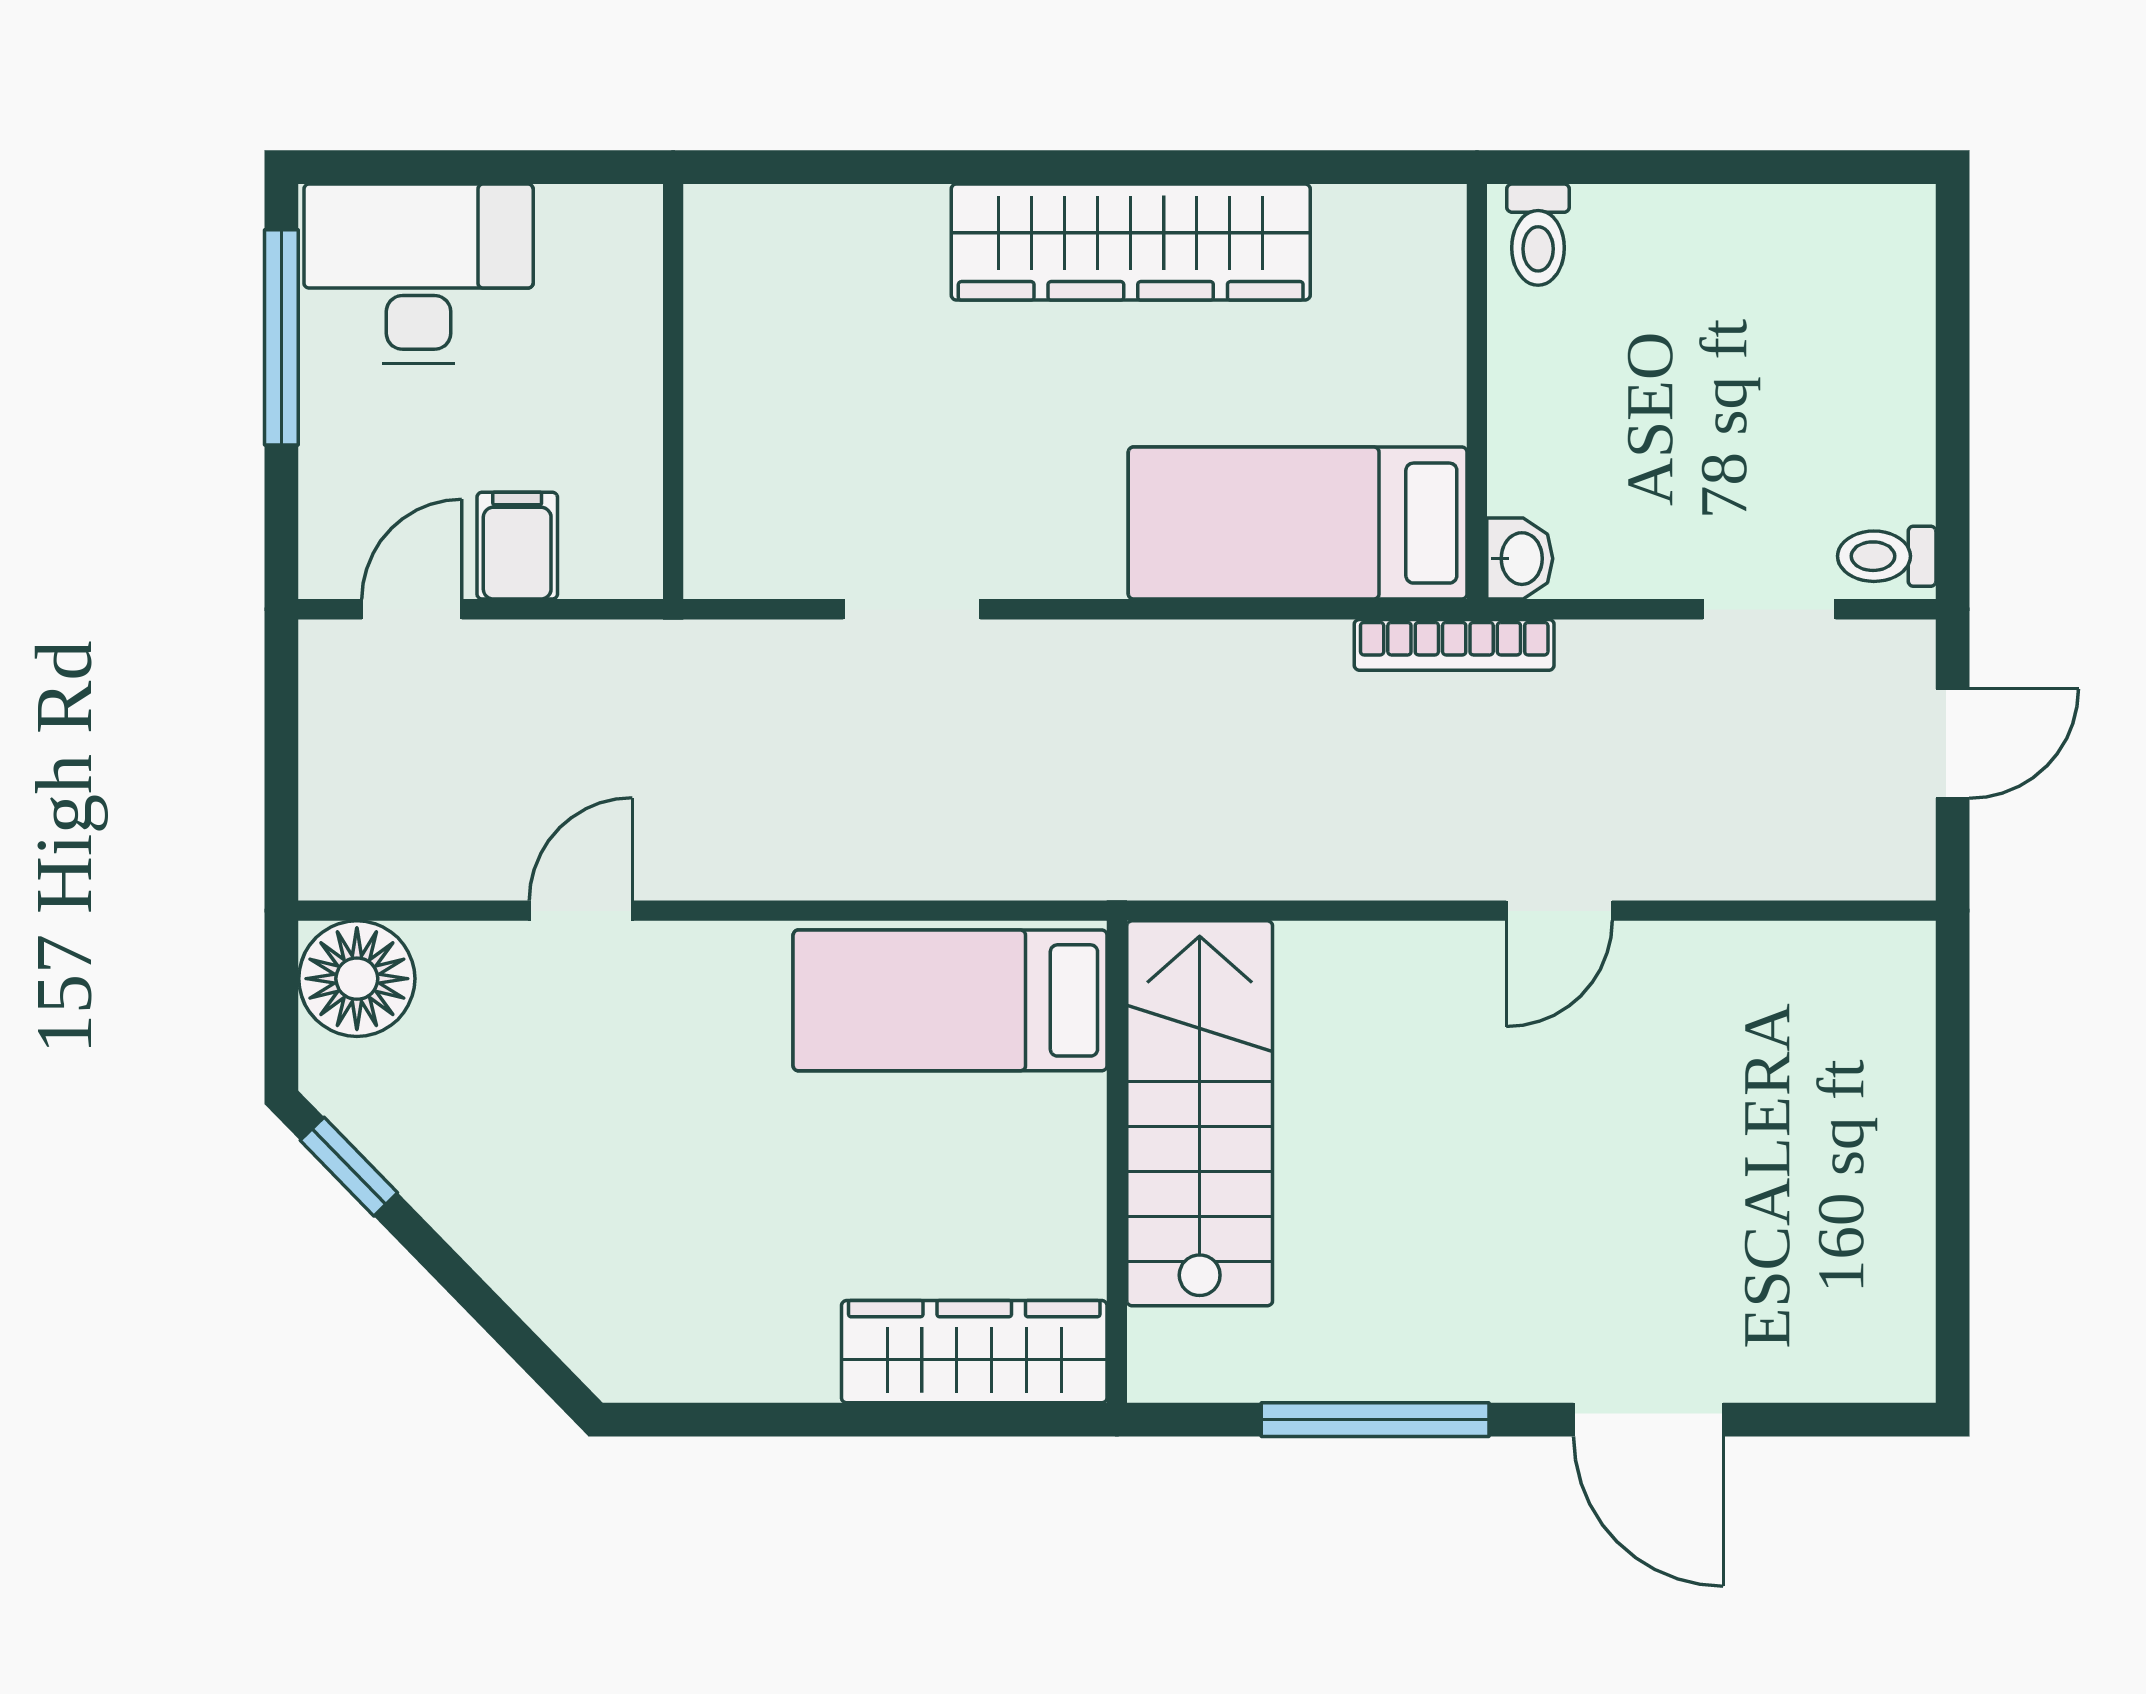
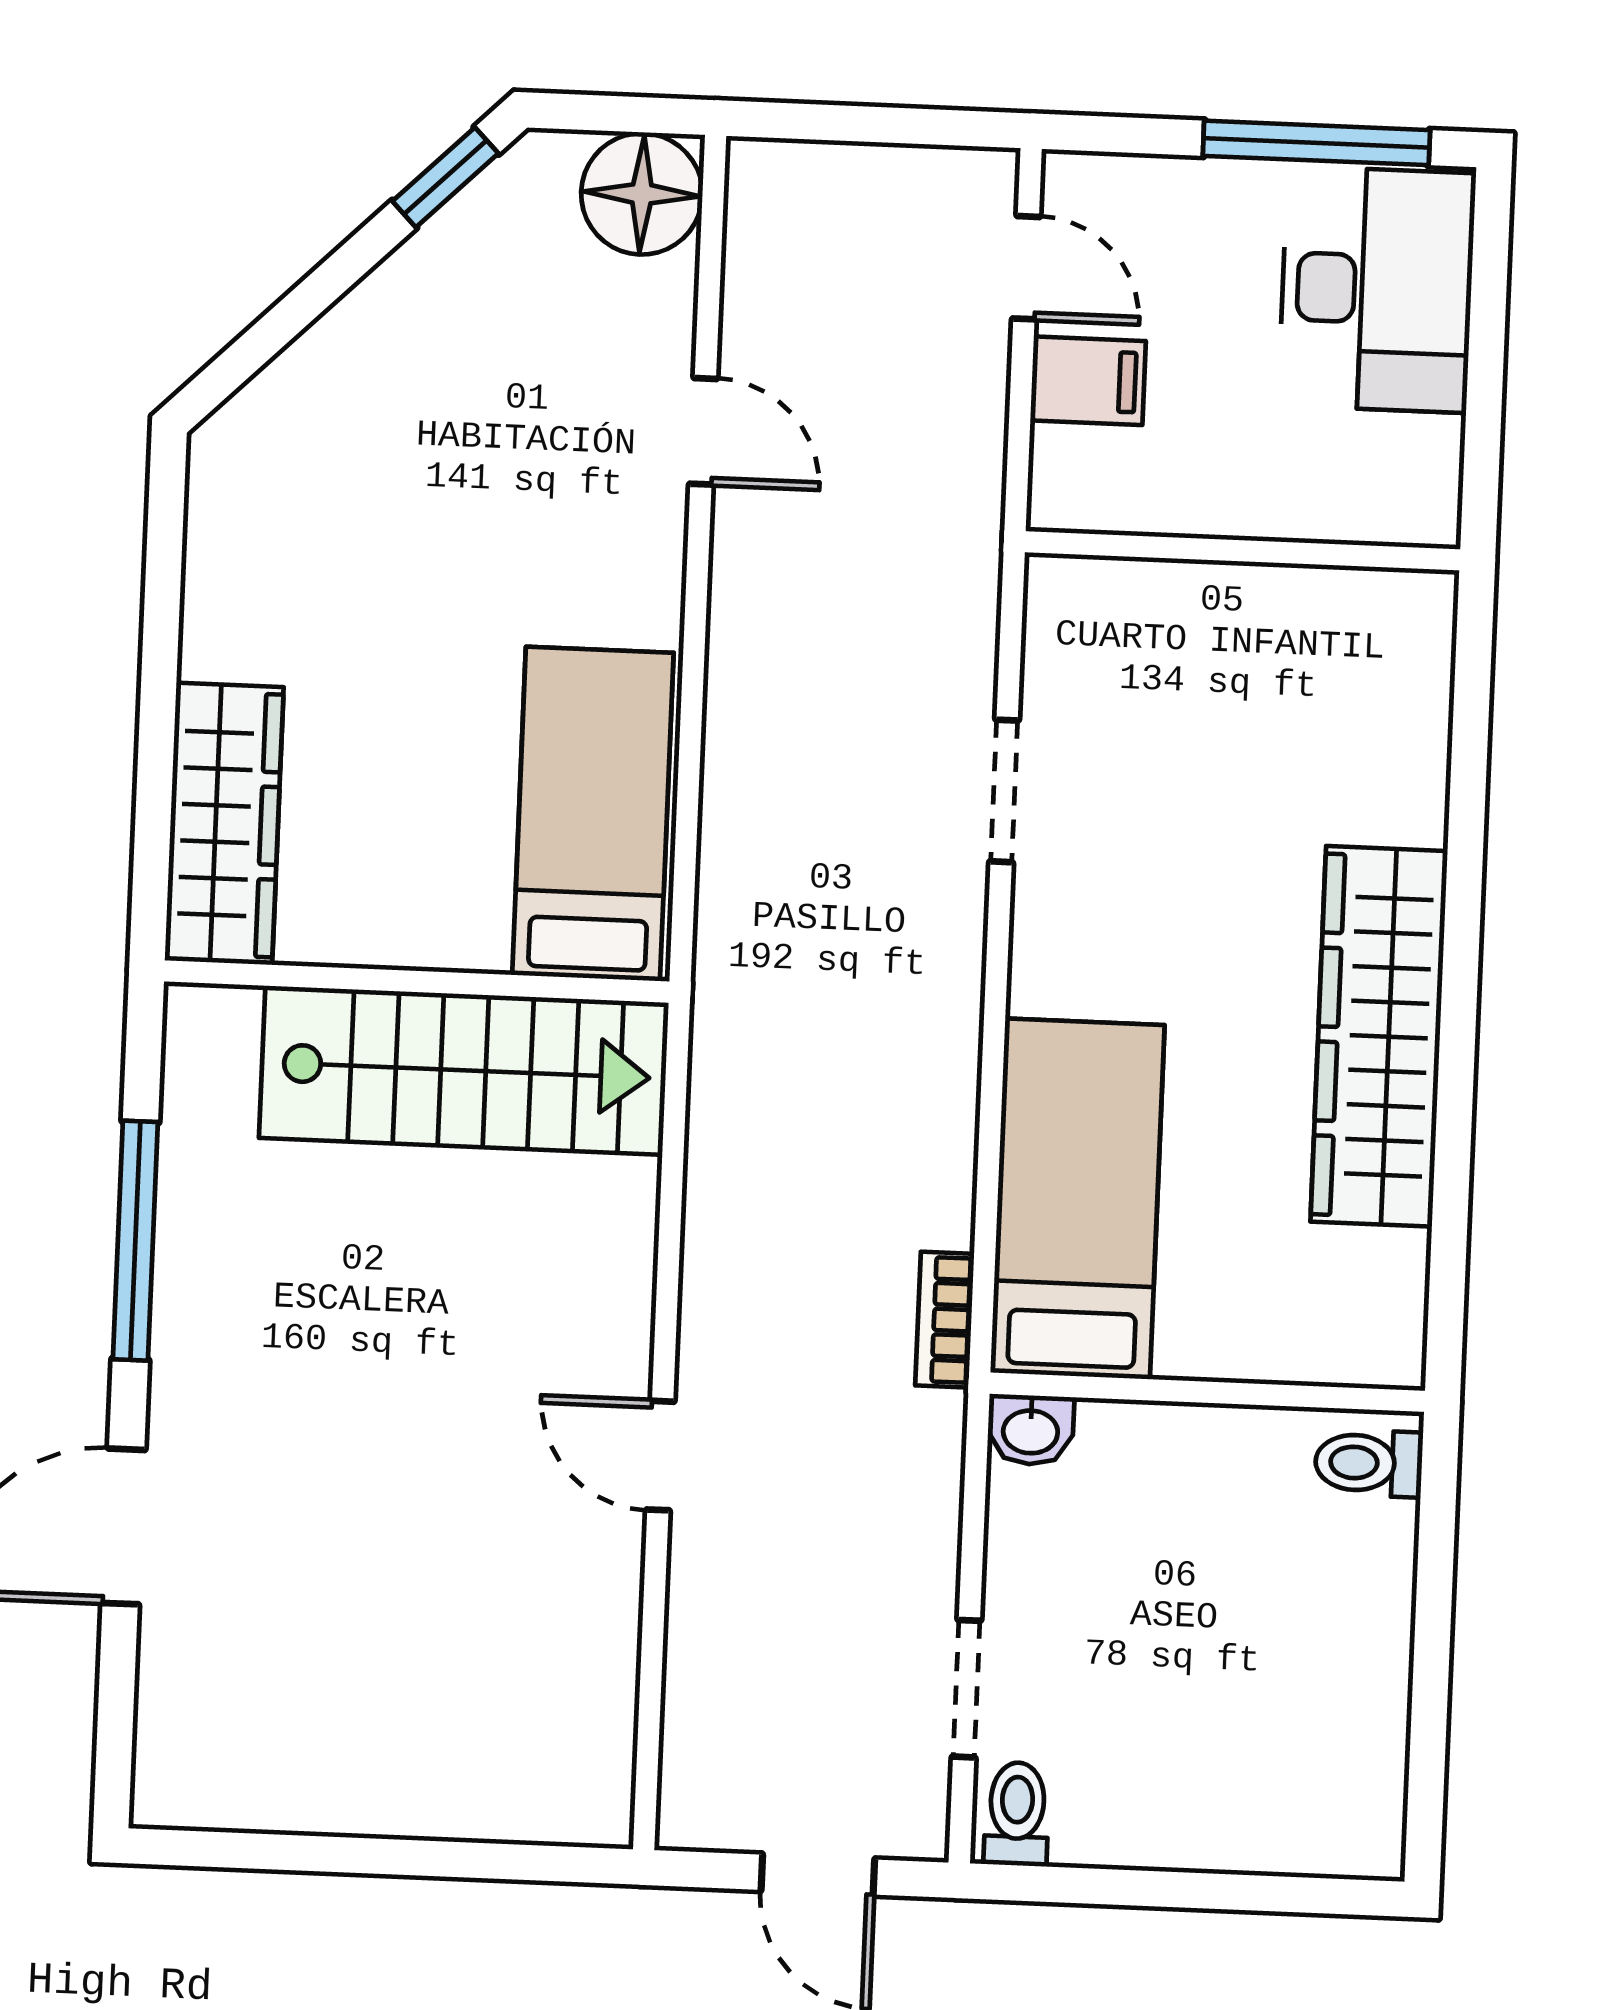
bookcase: (1454, 645) -> (945, 1320), width x0.64

